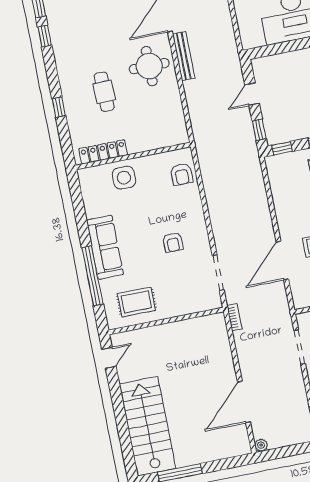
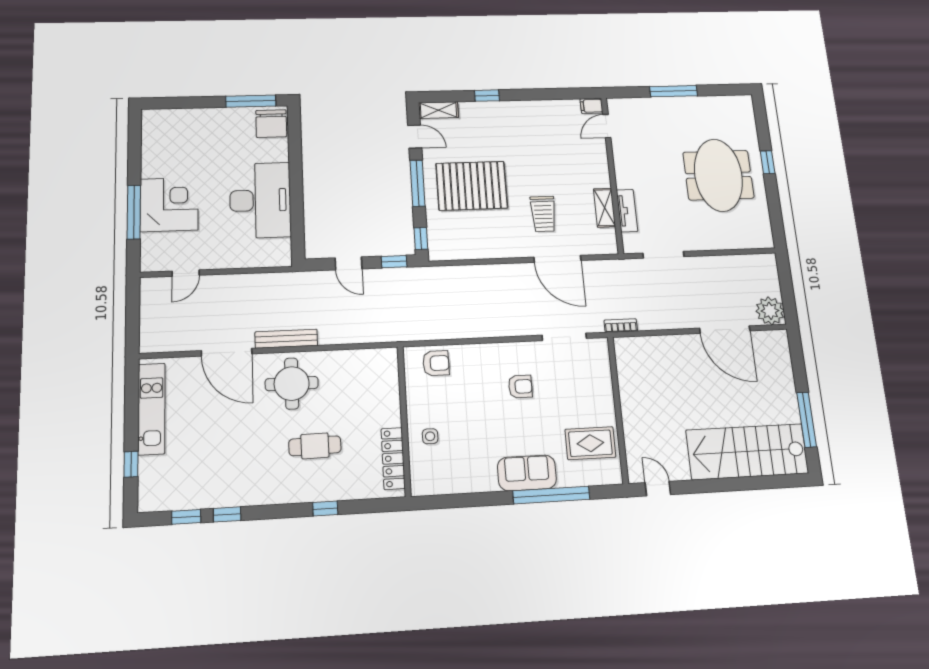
side table: (124, 178) -> (430, 436), width x0.54, depth x0.54
sofa: (105, 247) -> (527, 473), width x0.73
rug: (136, 302) -> (590, 443), turned 90
plant: (261, 445) -> (770, 311), width x1.88, depth x1.88

